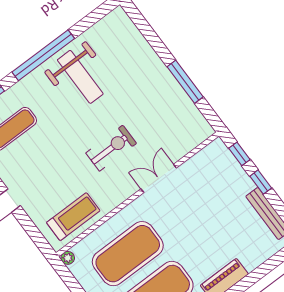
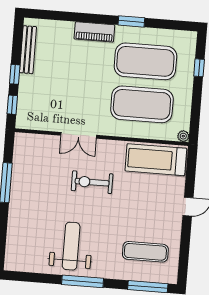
window: (43, 55) -> (83, 281), width x0.68
treadmill: (73, 217) -> (156, 160), width x1.37, depth x1.38

